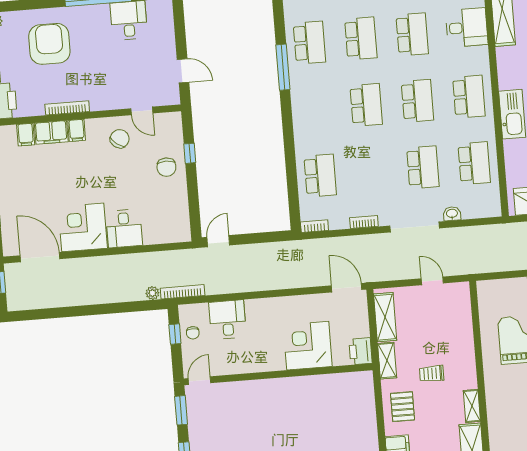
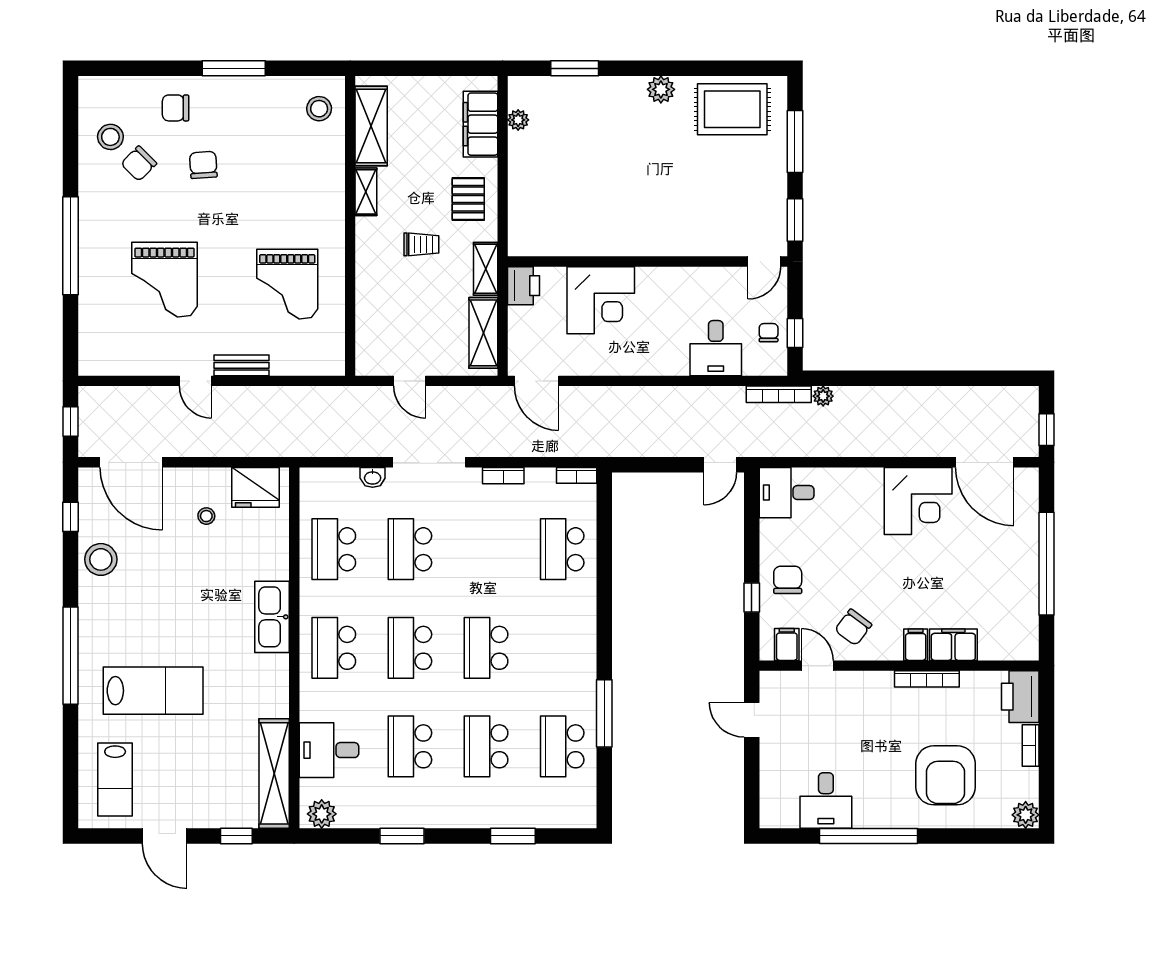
filing cabinet: (26, 135) -> (787, 644), moved
desk: (124, 228) -> (787, 493), moved, turned -90

